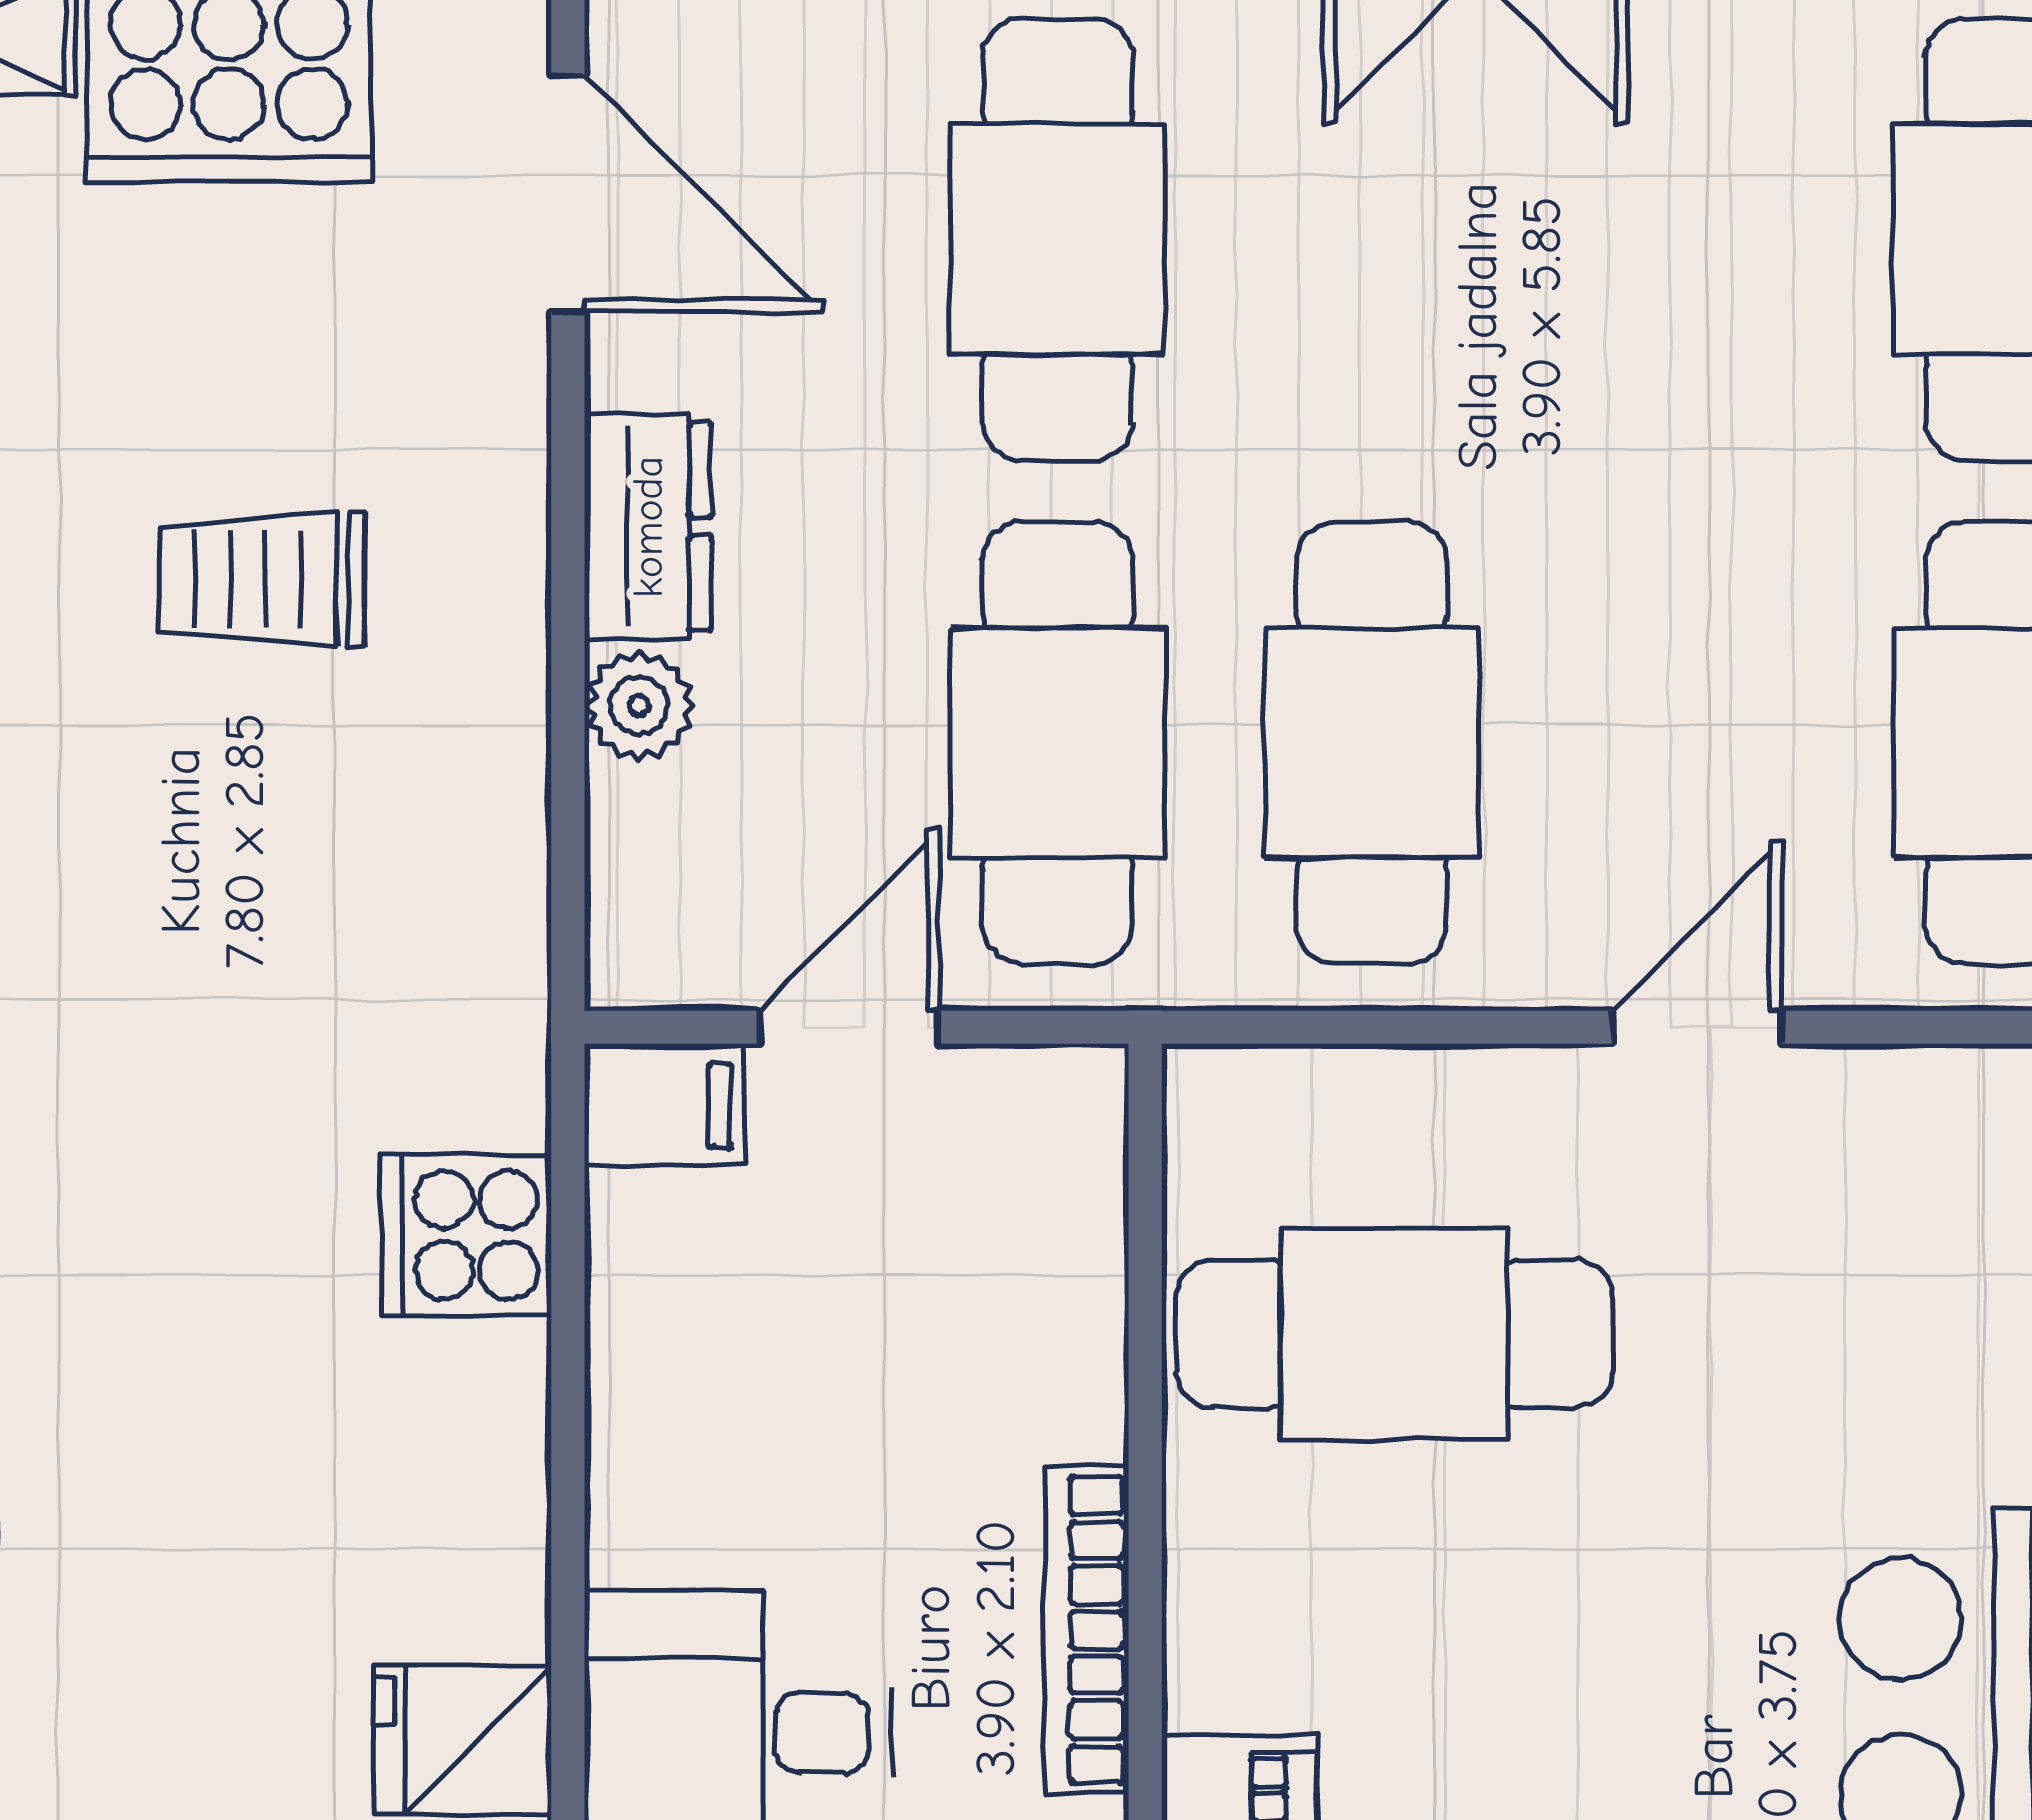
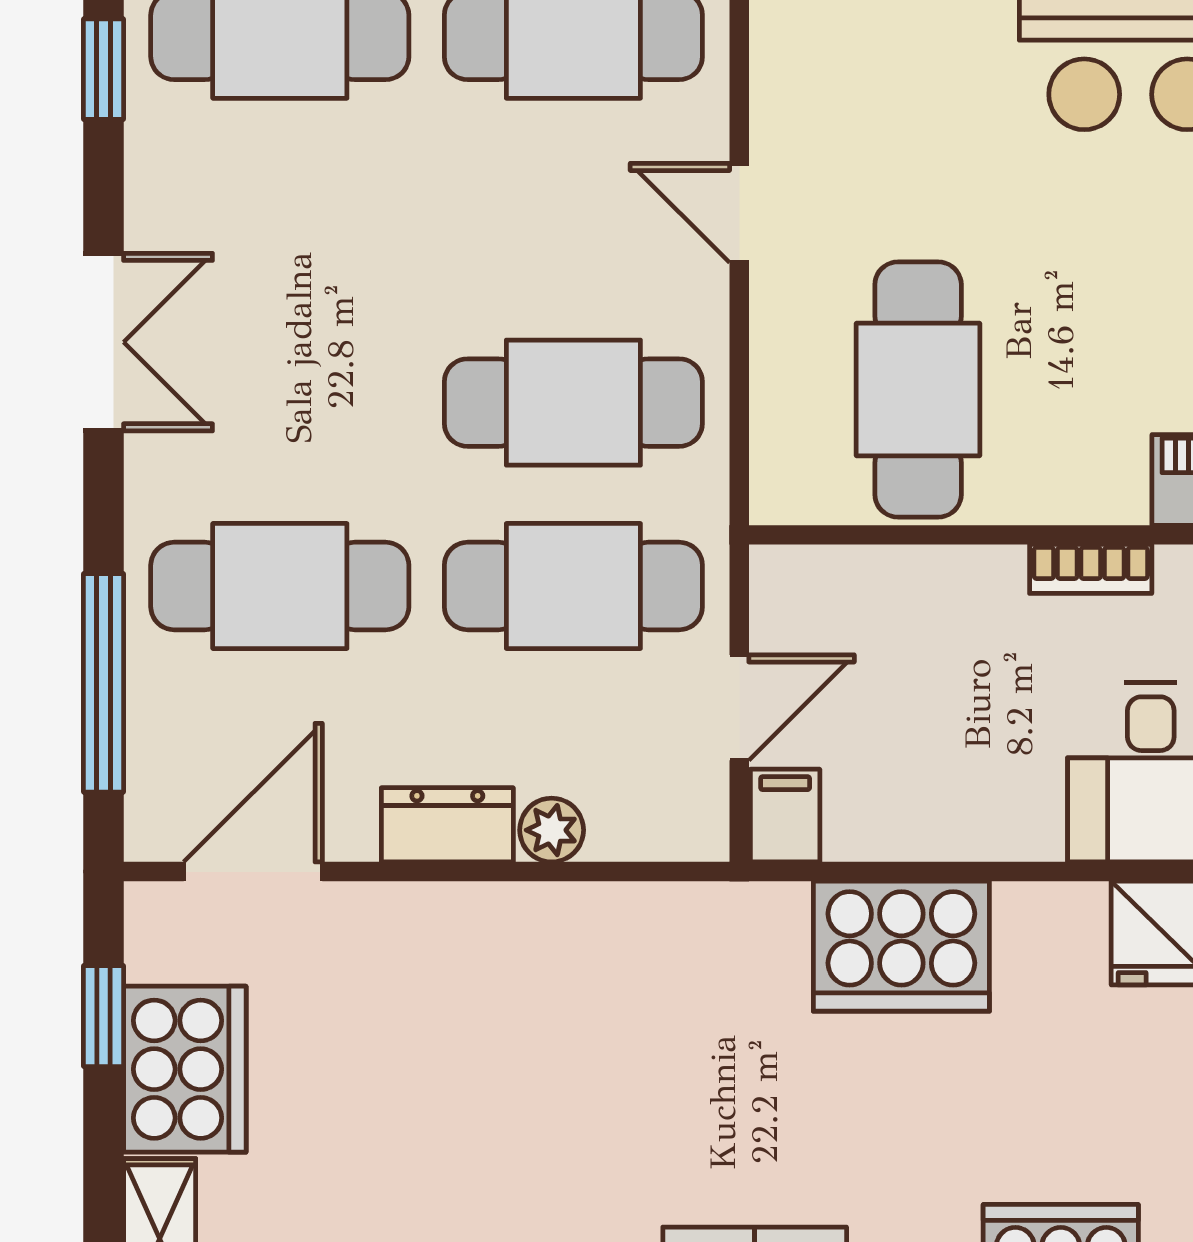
trolley: (262, 579) -> (478, 1050), removed
door: (849, 1027) -> (739, 708), swing flipped
cooker: (466, 1235) -> (901, 946), width x1.87, depth x1.31
bookcase: (1087, 1630) -> (1091, 569), width x0.64

